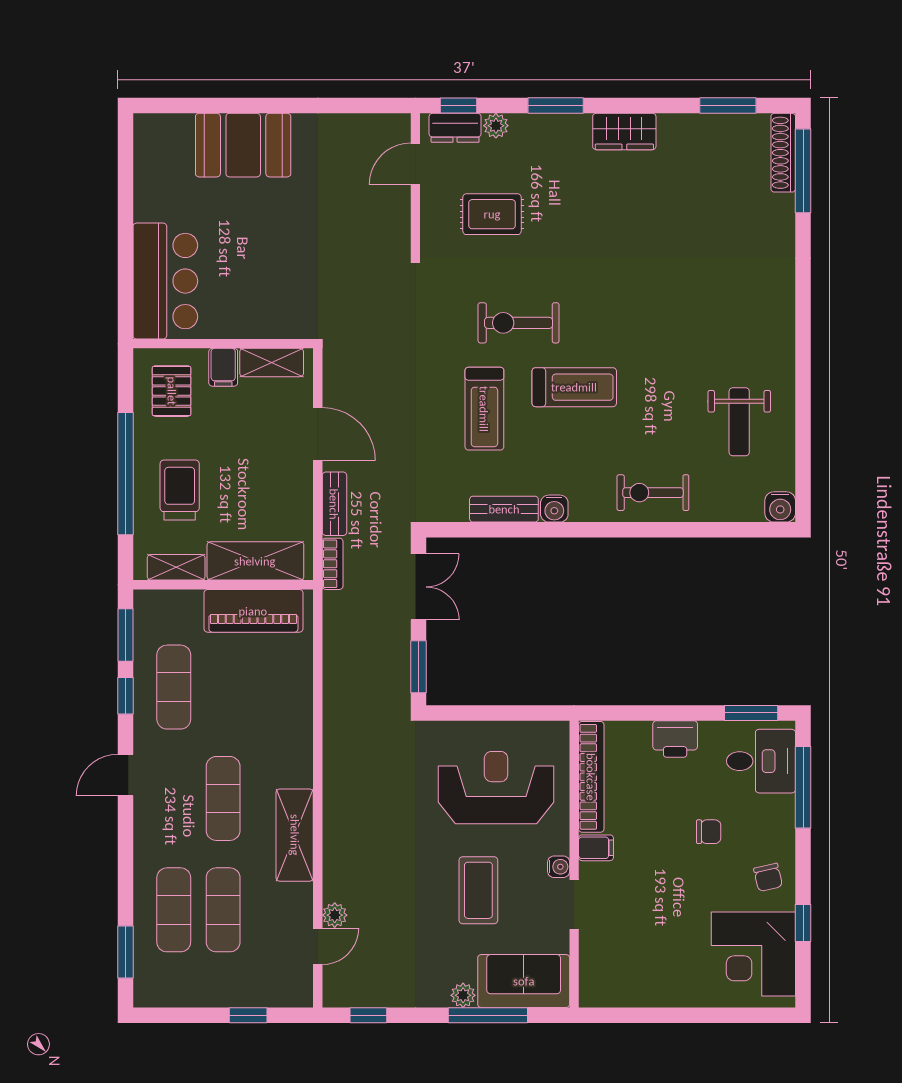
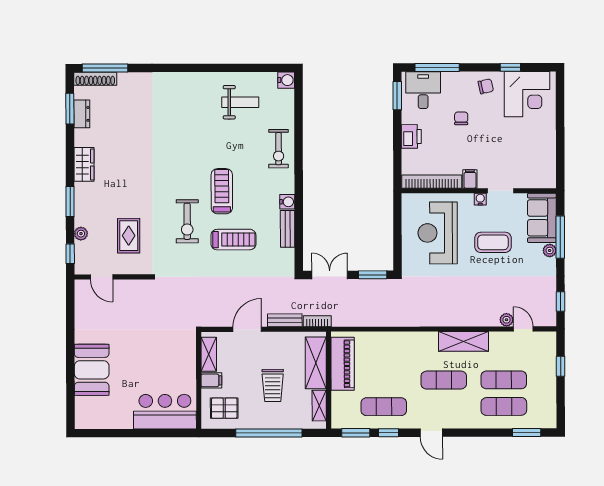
dresser: (455, 128) -> (82, 114), moved
trolley: (180, 490) -> (273, 385), moved, turned -90

